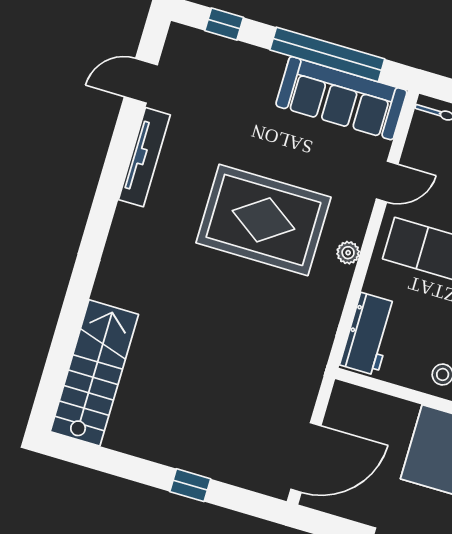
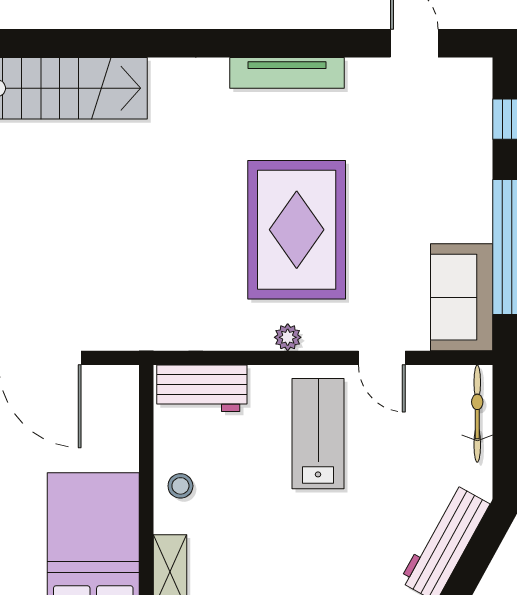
sofa: (341, 98) -> (462, 297), width x0.73
tv unit: (144, 157) -> (287, 73), moved

